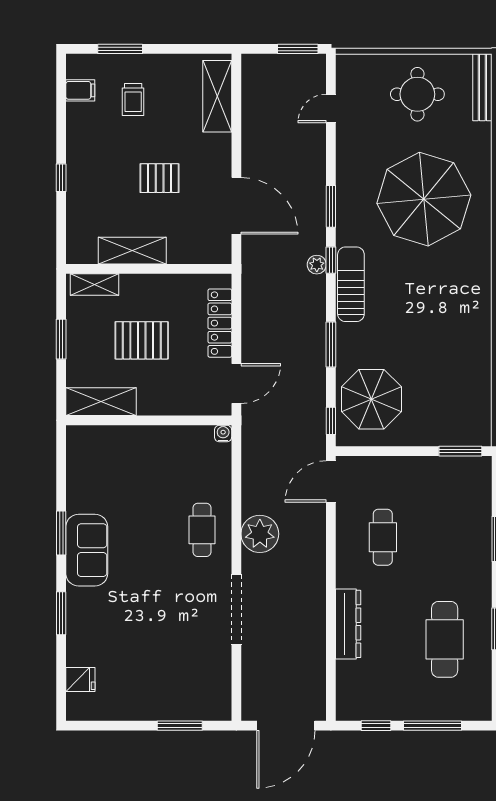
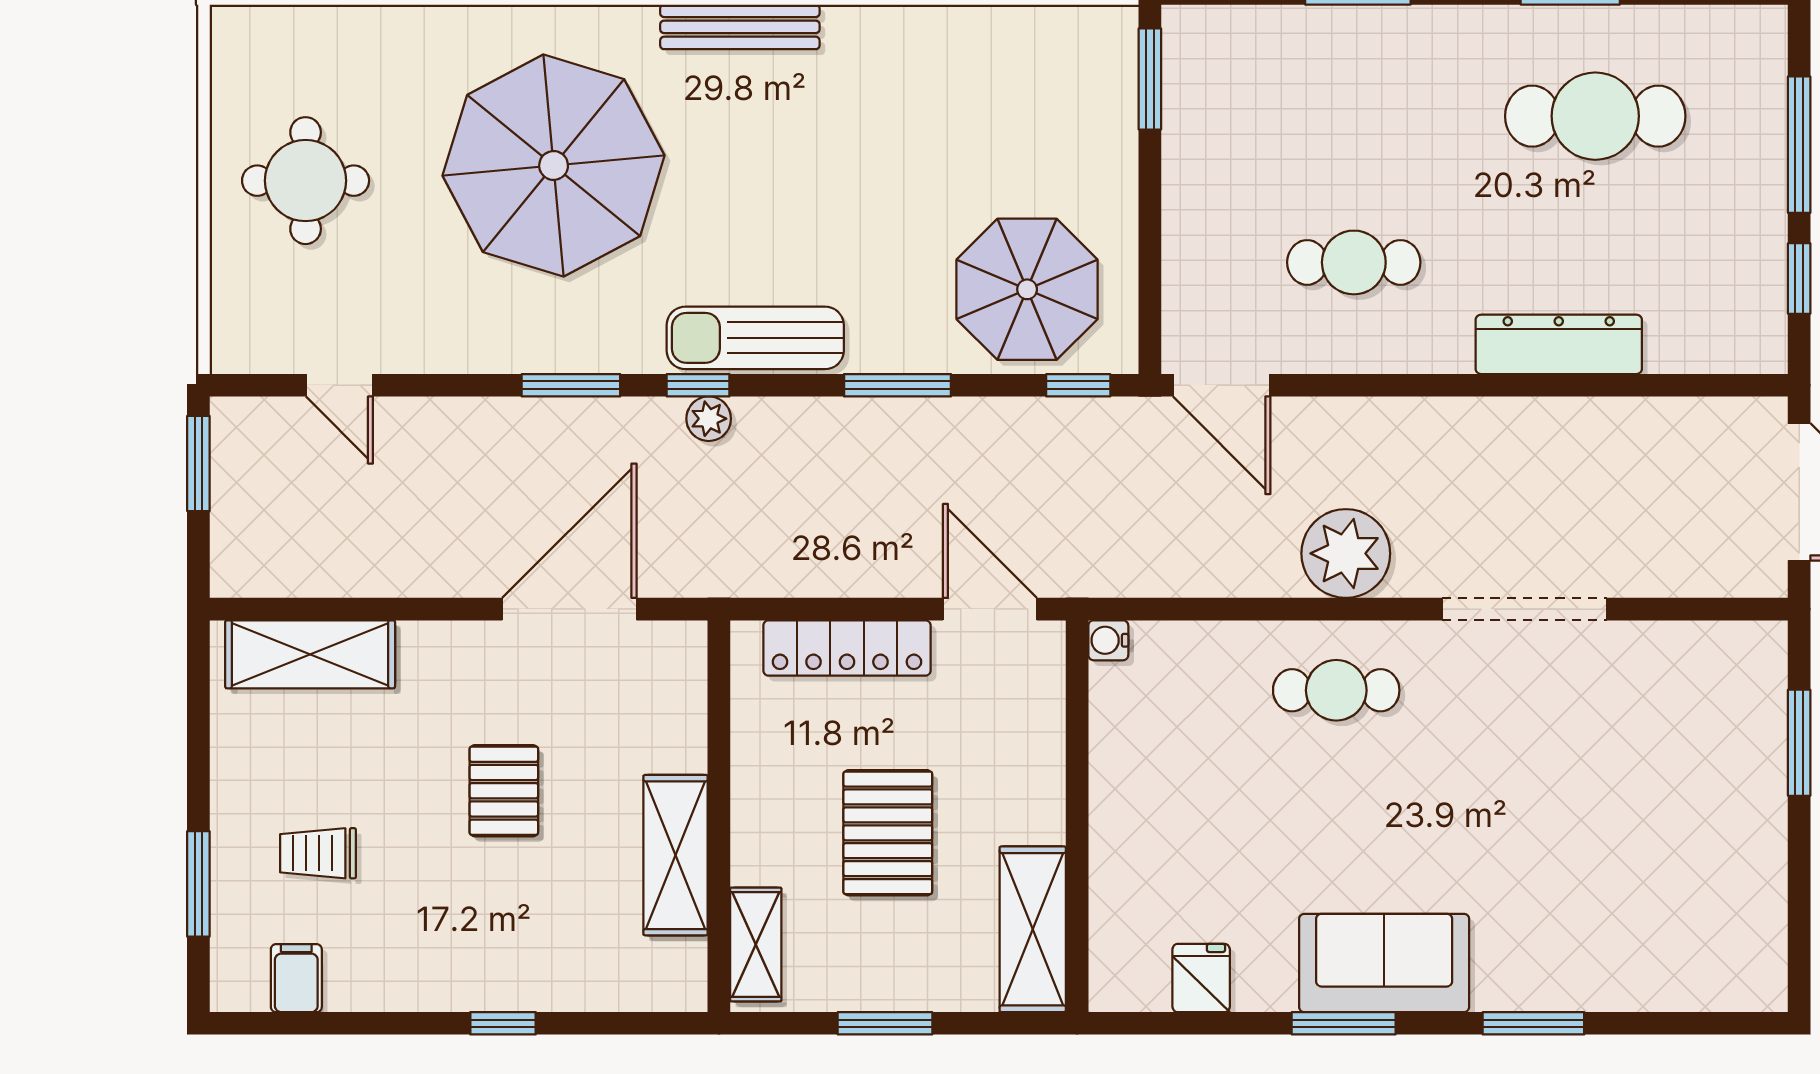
bench: (482, 87) -> (740, 27), moved
trolley: (133, 99) -> (318, 853), turned 180
fridge: (80, 679) -> (1201, 978), moved

